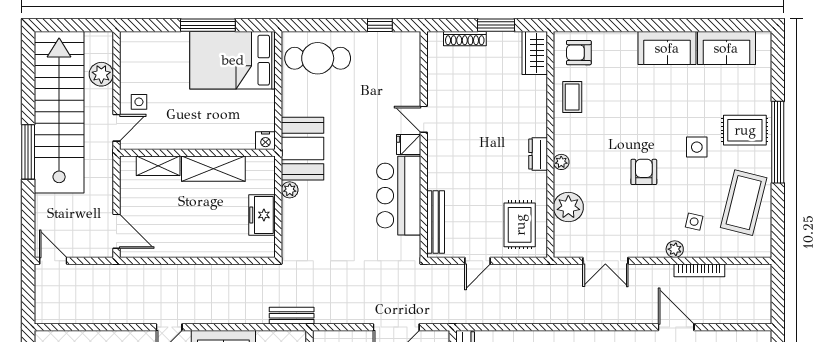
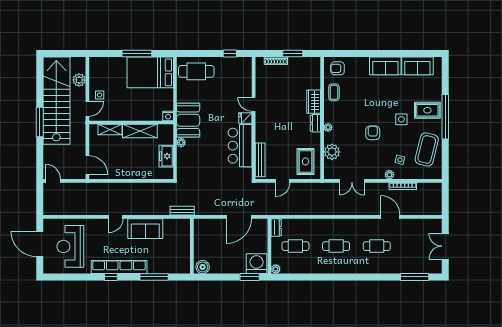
wardrobe: (535, 53) -> (314, 102), moved

